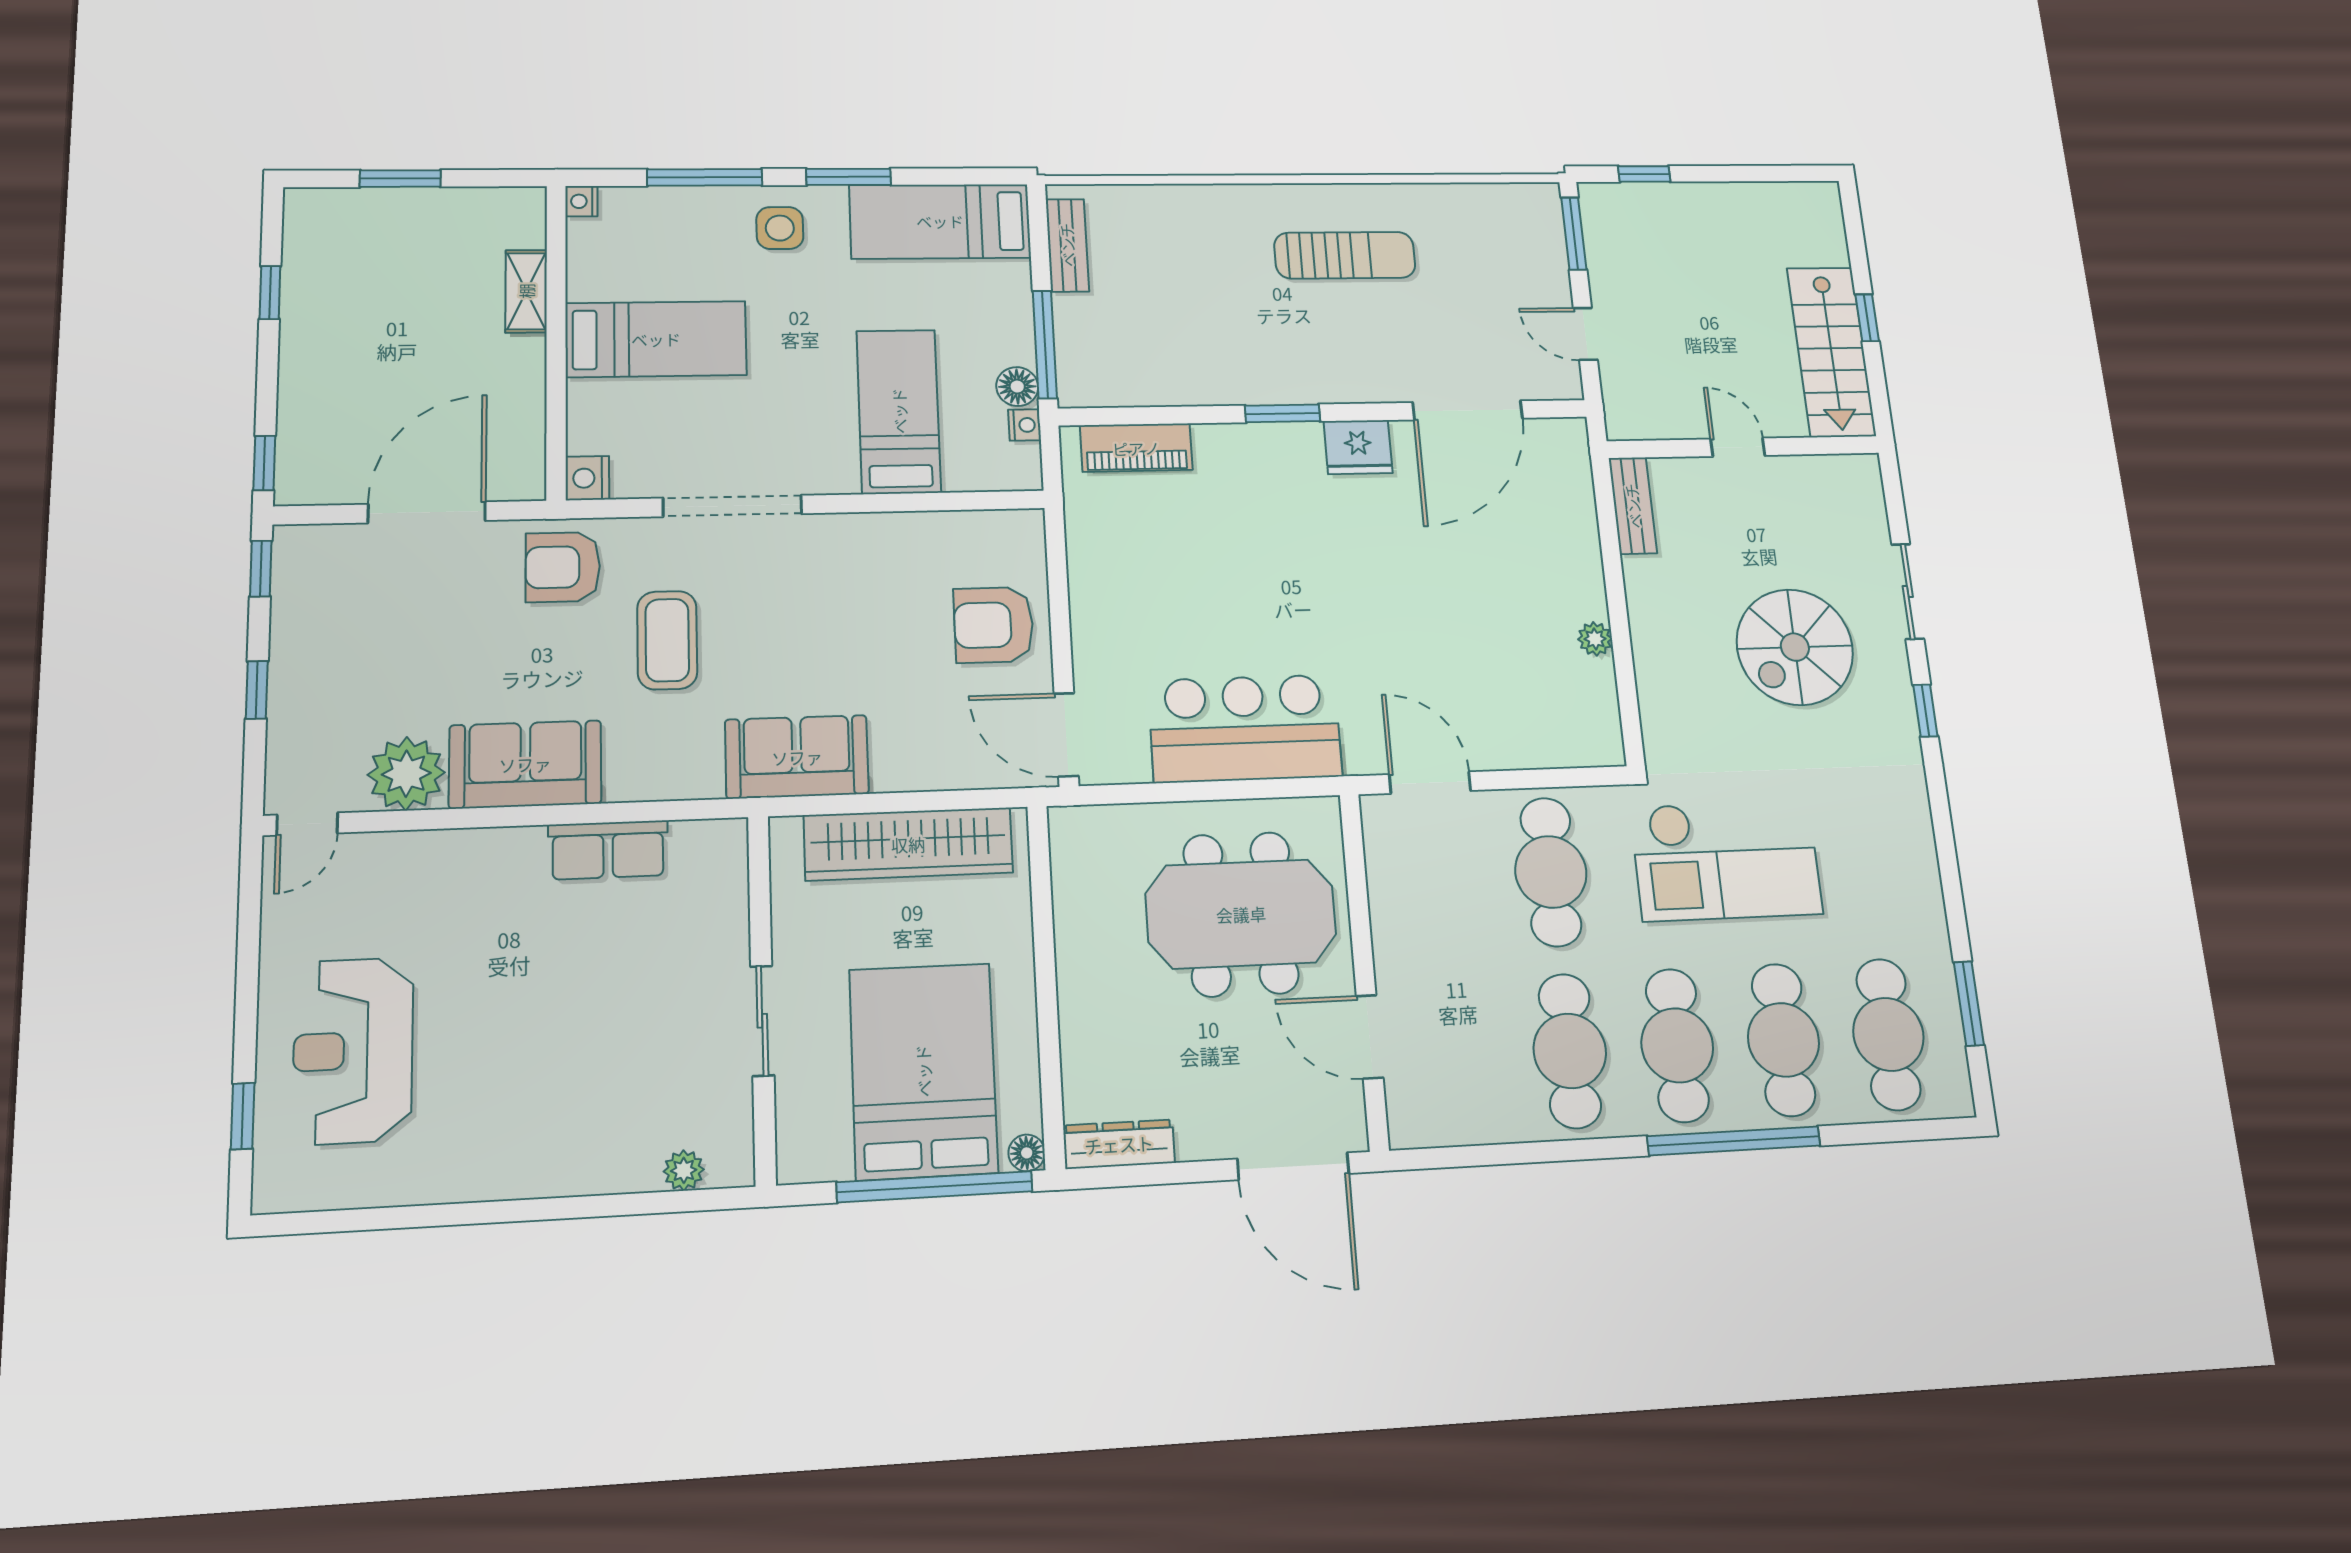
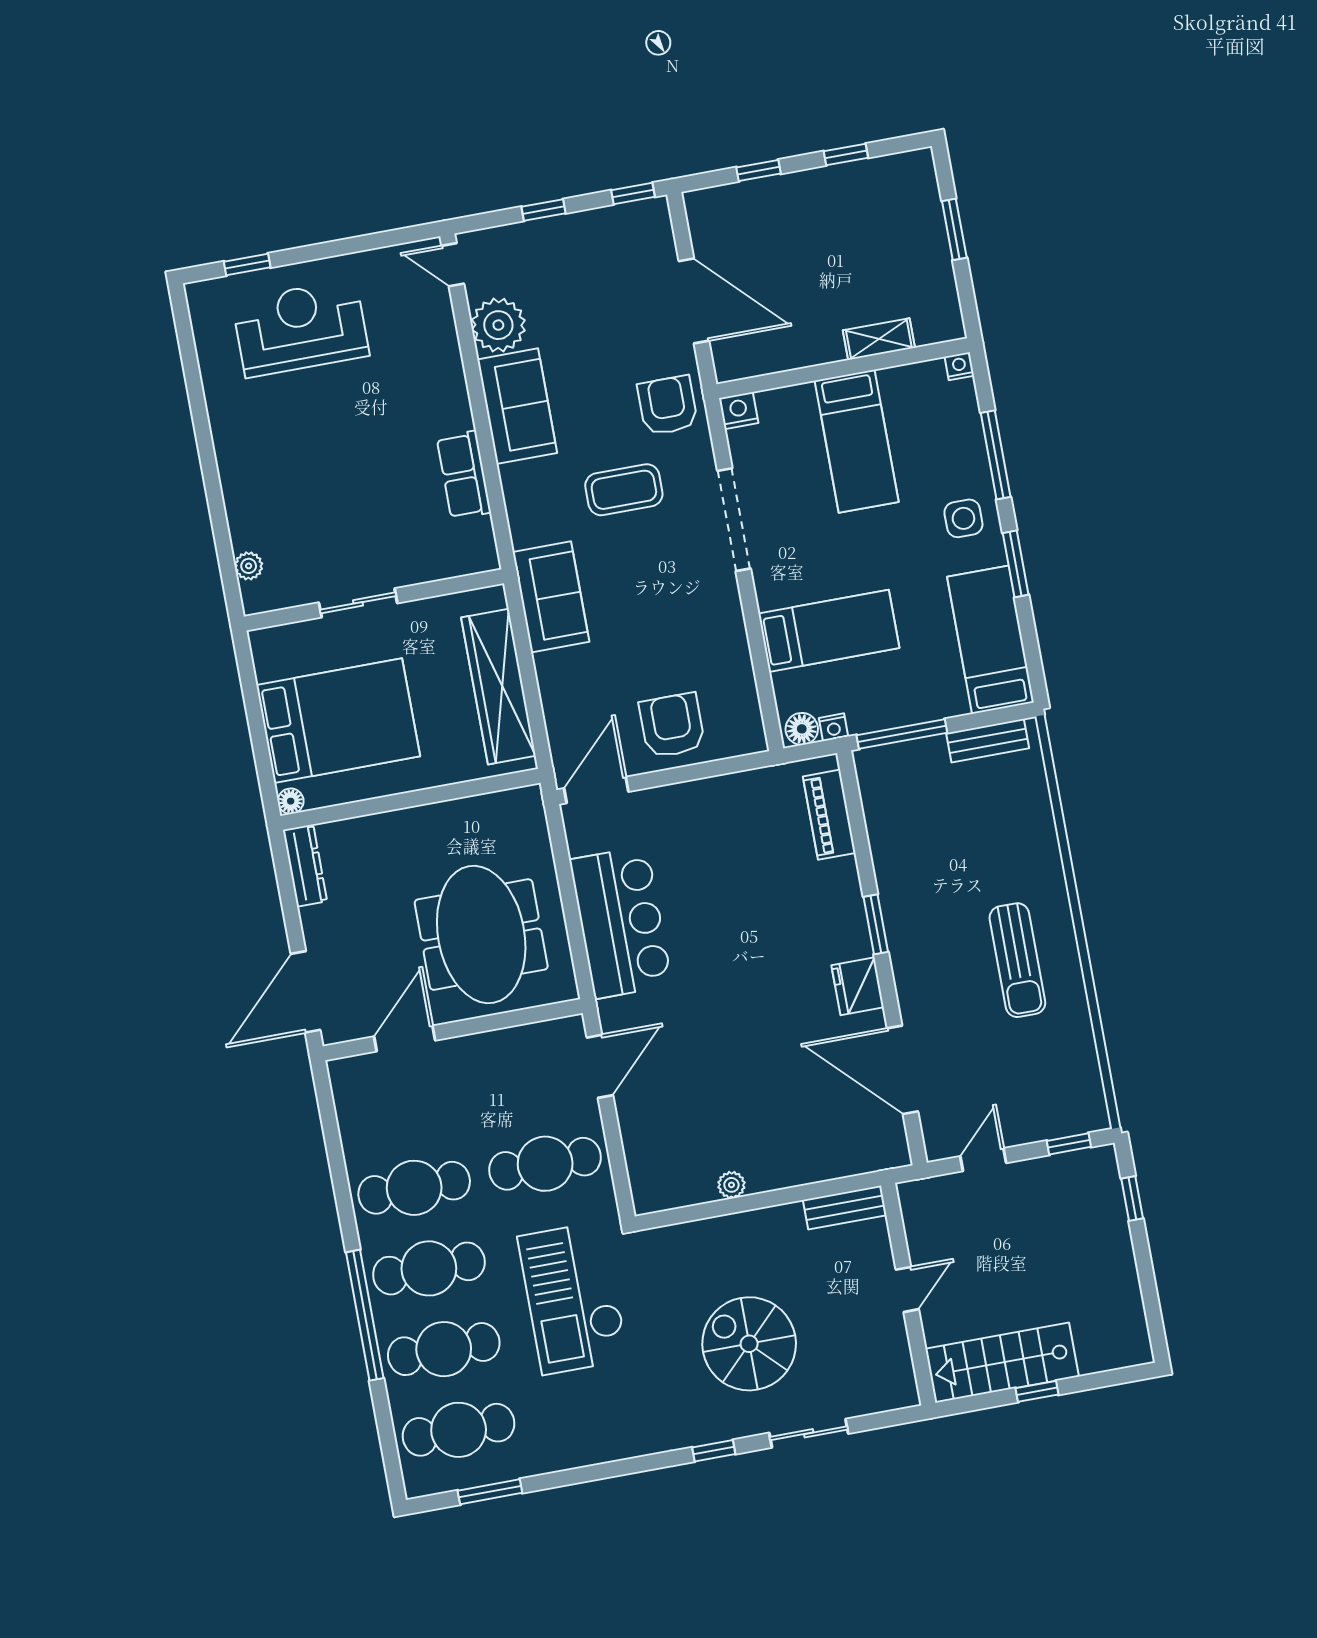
window: (1574, 234) -> (1069, 1144), width x0.67
floor lamp: (1017, 387) -> (802, 729), moved
window: (264, 463) -> (759, 171), moved
window: (935, 1187) -> (259, 740), removed

